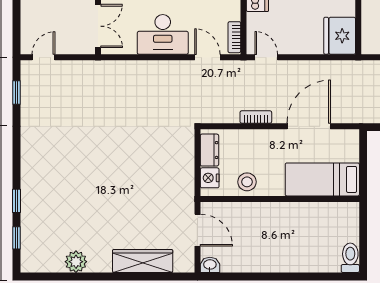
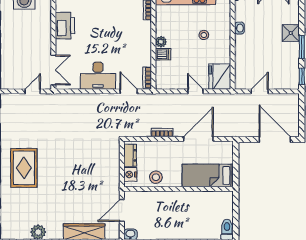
door: (44, 57) -> (33, 91), moved
door: (266, 57) -> (195, 91), moved
rug: (55, 168) -> (24, 168), added
door: (197, 230) -> (122, 210), swing flipped

